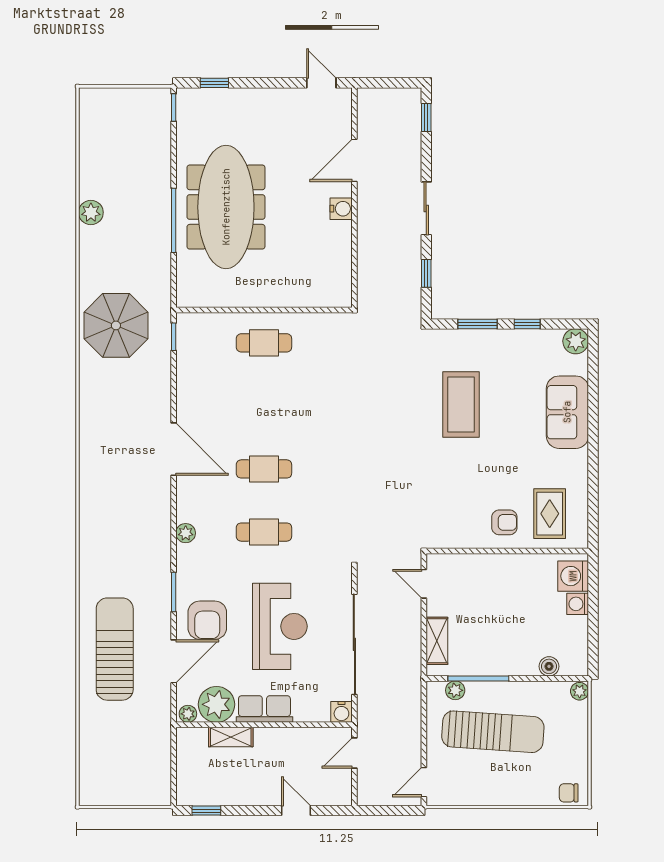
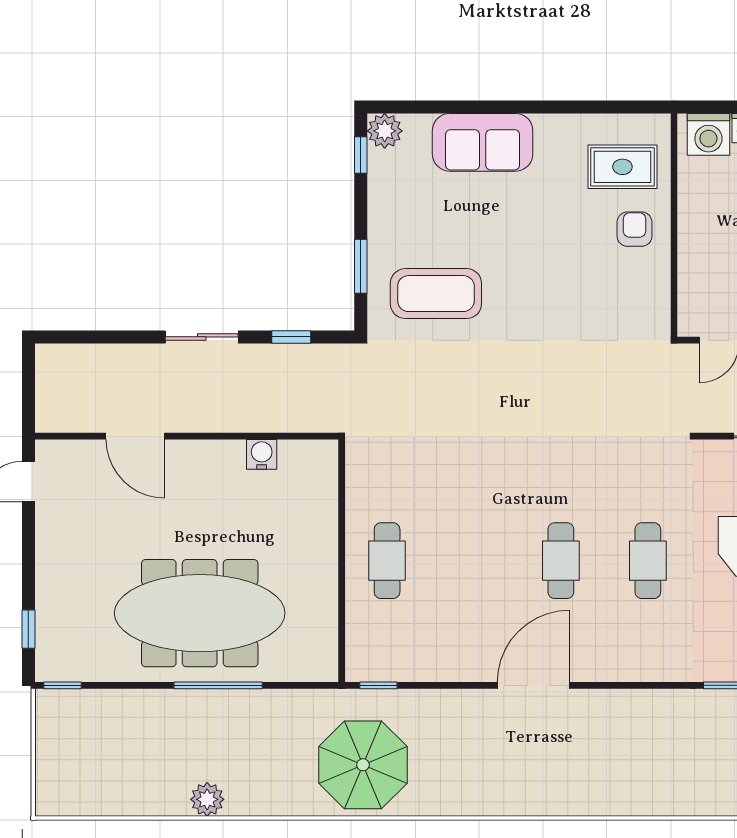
window: (426, 118) -> (76, 337), removed
water cooler: (341, 209) -> (262, 454), moved
window: (527, 324) -> (361, 155), moved
coffee table: (461, 404) -> (436, 294), moved
plant: (186, 533) -> (649, 669), removed

